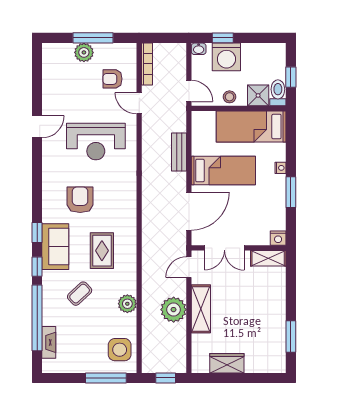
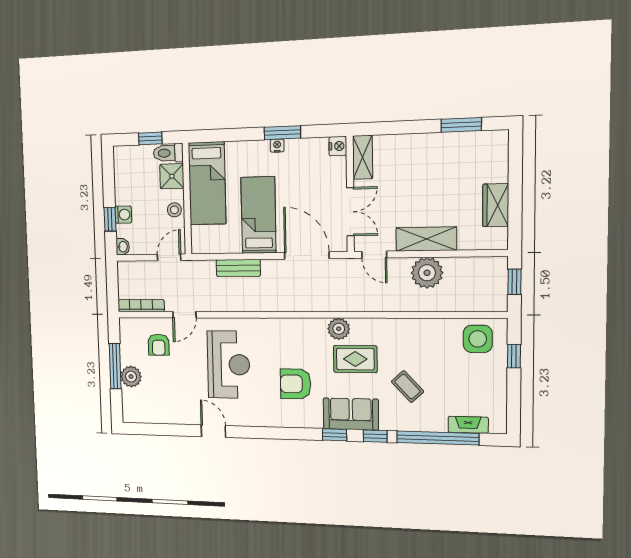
washing machine: (226, 57) -> (123, 215), width x0.53, depth x0.53
nightstand: (280, 168) -> (277, 146), moved
plant: (127, 304) -> (339, 329), moved
window: (106, 378) -> (514, 356), width x0.46

